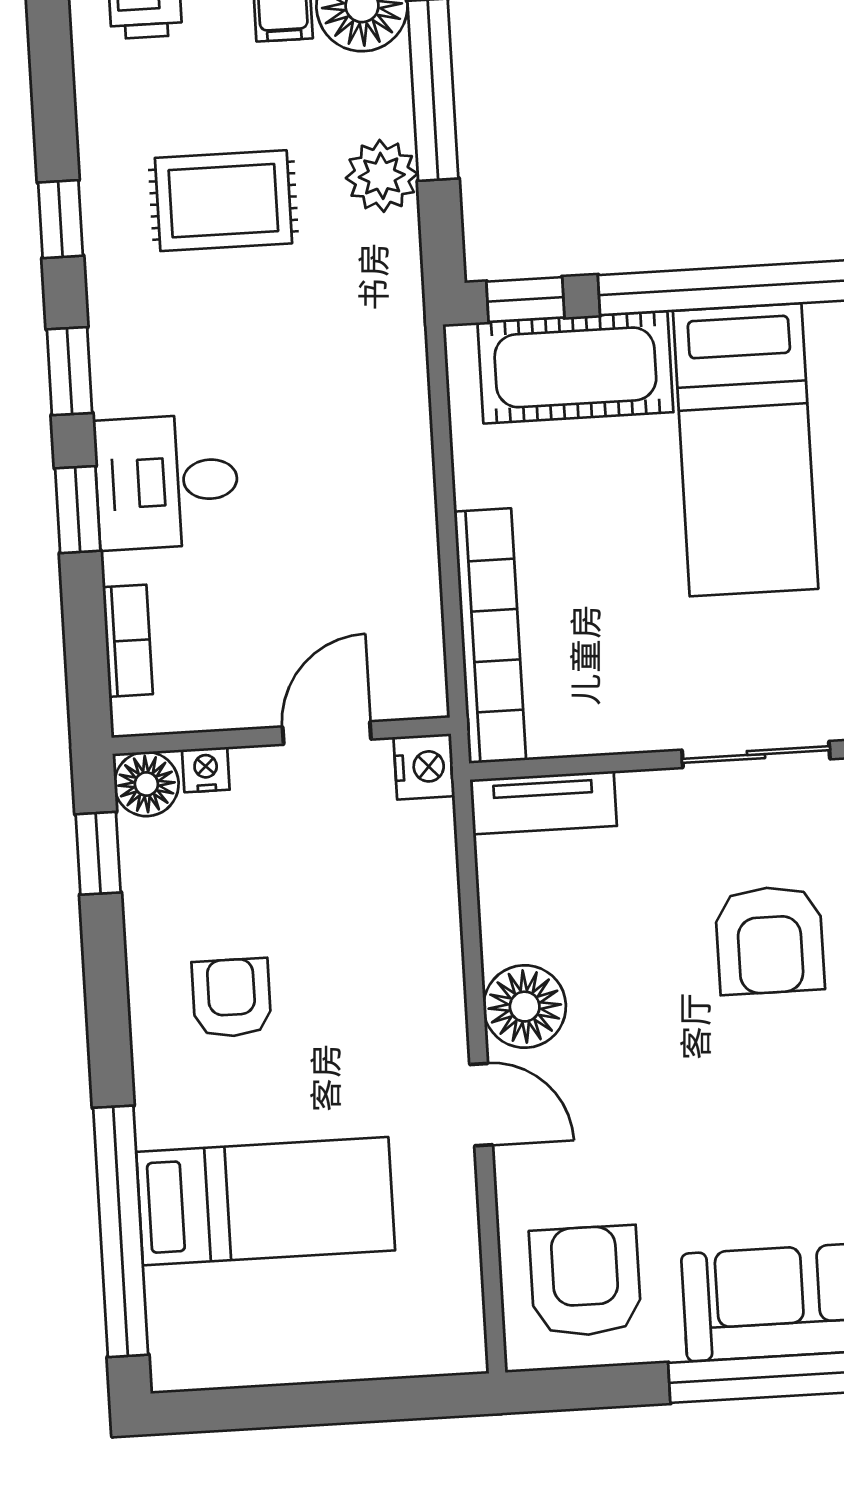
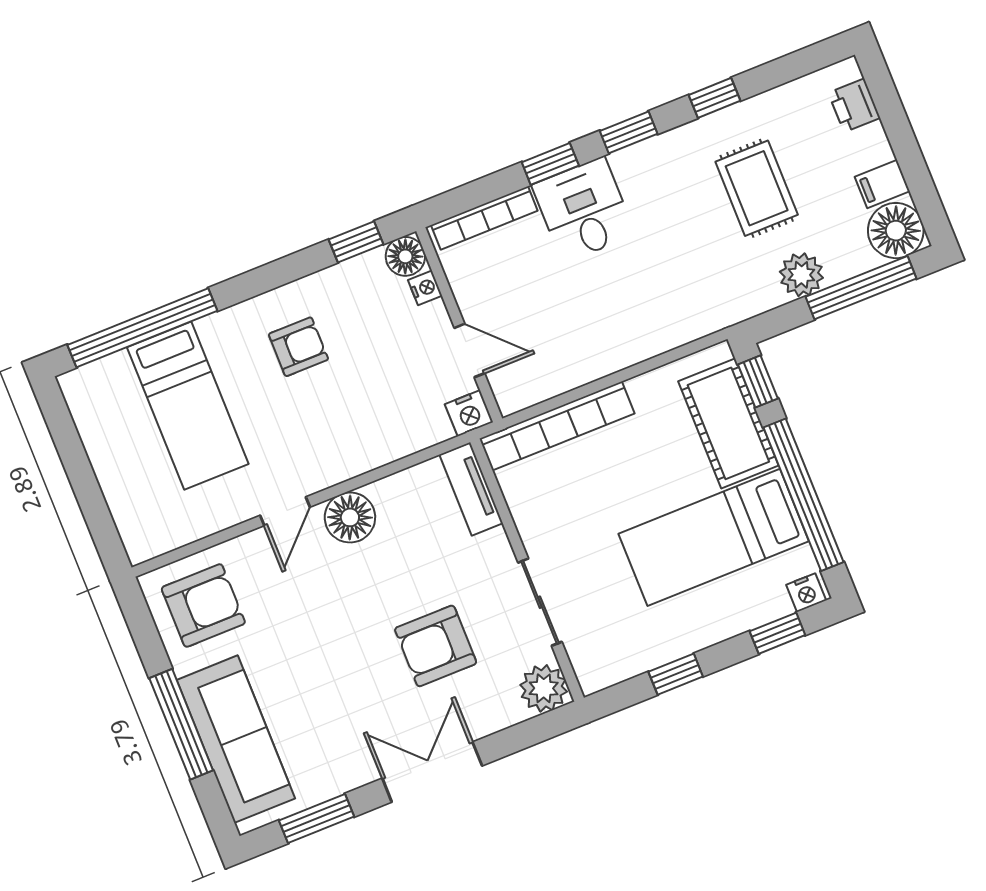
bookcase: (128, 641) -> (484, 218), width x1.56

